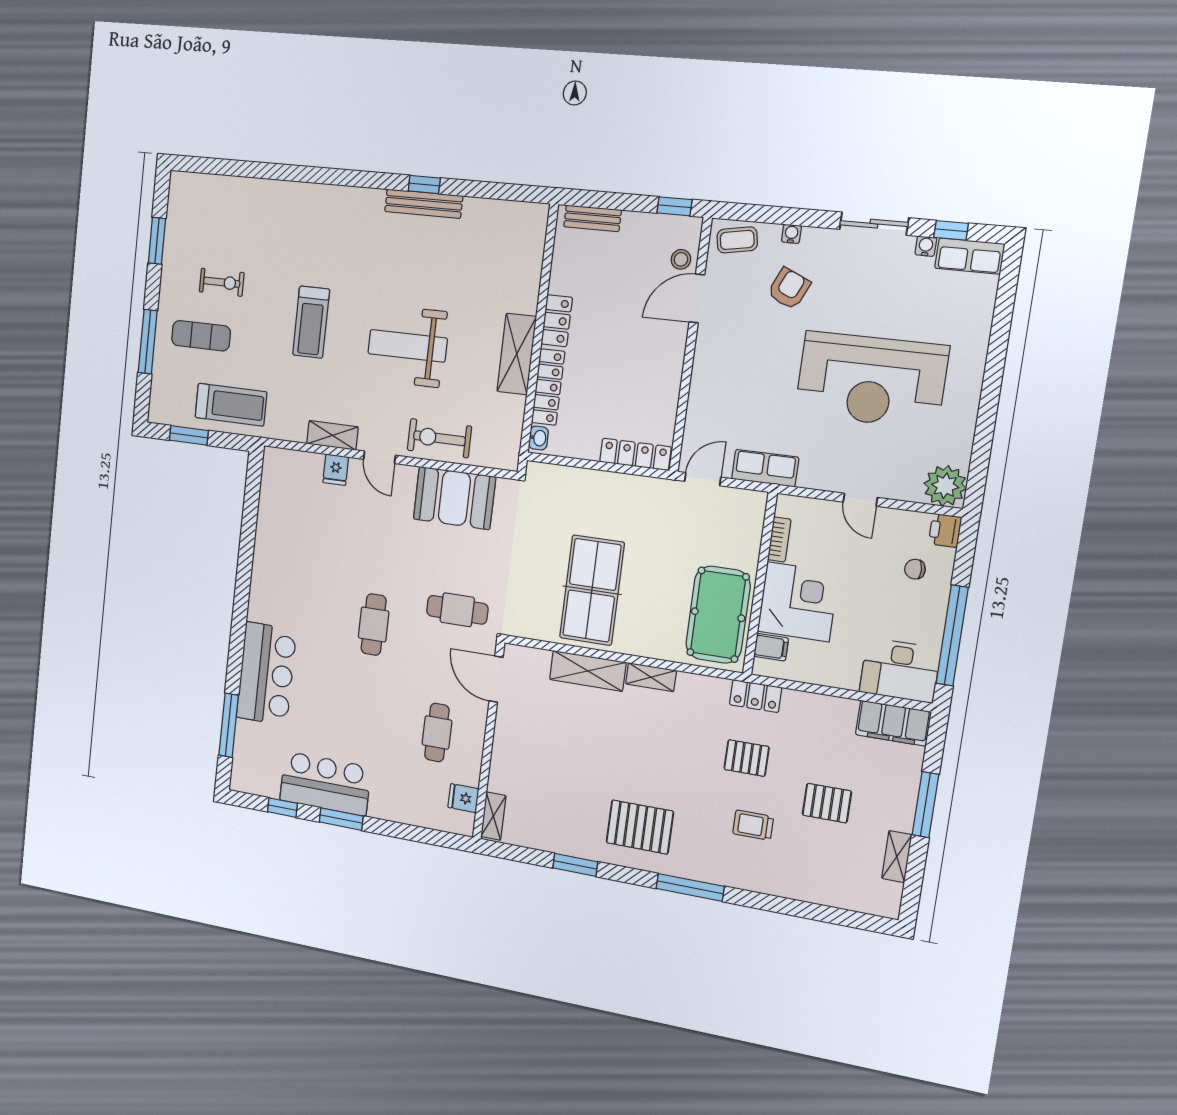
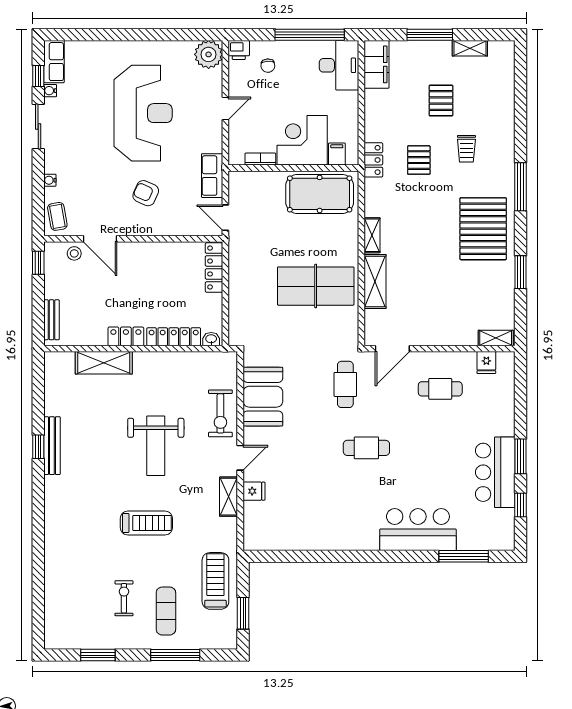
armchair: (789, 289) -> (146, 193), moved
shelving: (517, 354) -> (104, 363), moved
pallet: (640, 827) -> (483, 229), width x1.37, depth x1.41

